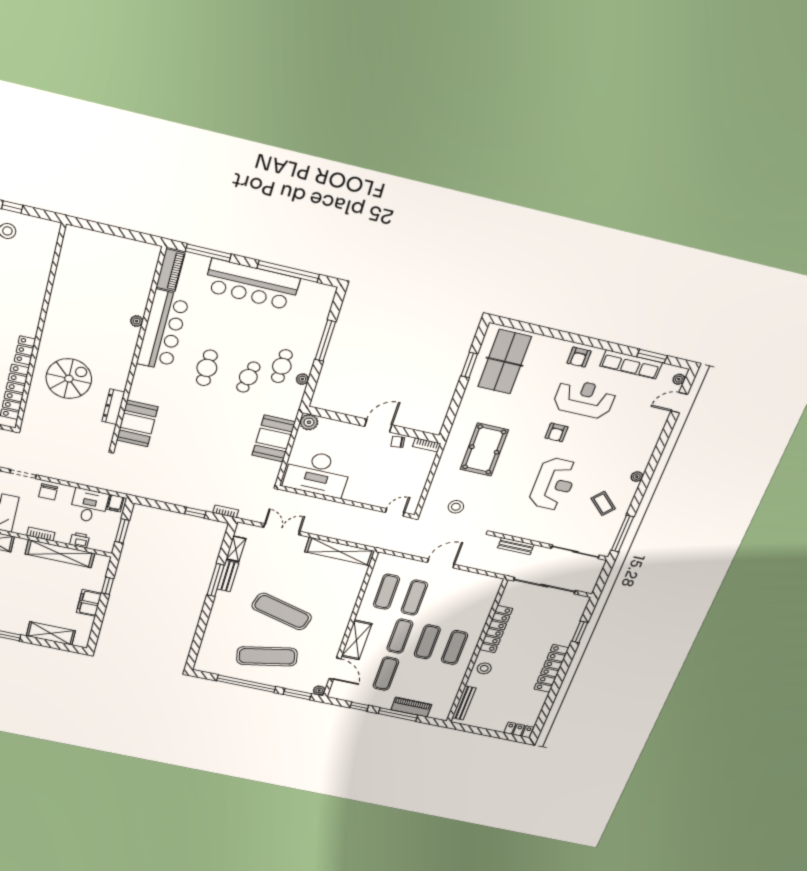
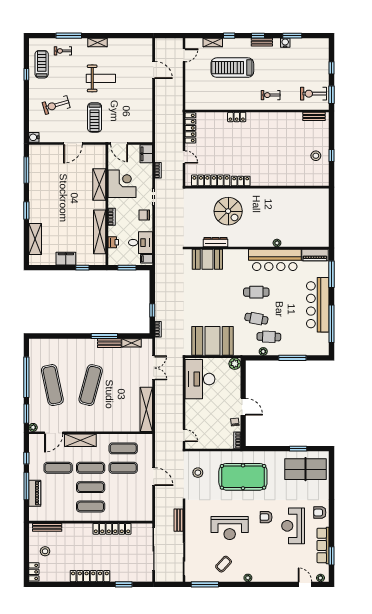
reception desk: (584, 399) -> (293, 526), turned 180
booth: (274, 439) -> (212, 341), width x1.36, depth x1.42
pool table: (484, 450) -> (243, 477), width x1.36, depth x1.32
stool: (484, 668) -> (45, 551), moved

